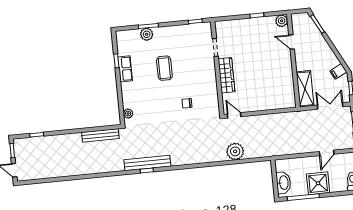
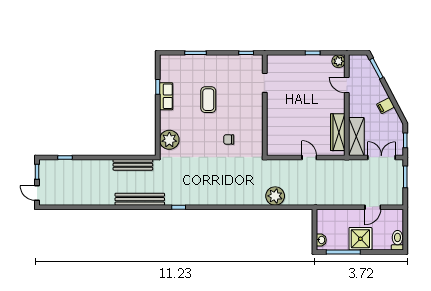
plant: (147, 34) -> (193, 62), removed
filing cabinet: (338, 71) -> (386, 106), moved
wardrobe: (226, 75) -> (338, 132), moved, turned 180
plant: (128, 114) -> (169, 140), width x1.87, depth x1.87
door: (234, 115) -> (309, 157), moved
bench: (147, 163) -> (140, 199), moved
washbasin: (283, 183) -> (321, 240), width x0.52, depth x0.69

